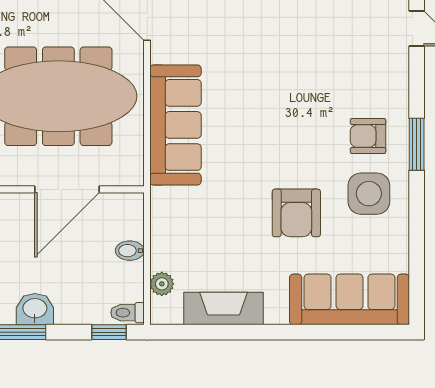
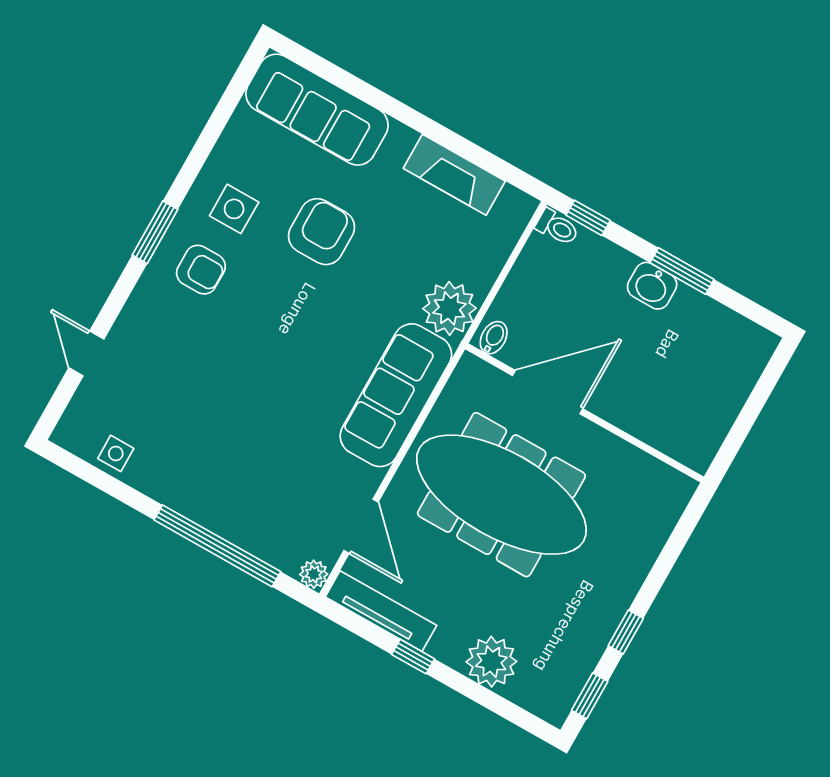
side table: (369, 194) -> (234, 209), width x0.73, depth x0.73
bidet: (130, 251) -> (494, 338), moved, turned -90
plant: (162, 284) -> (449, 308), moved, width x1.88, depth x1.88

